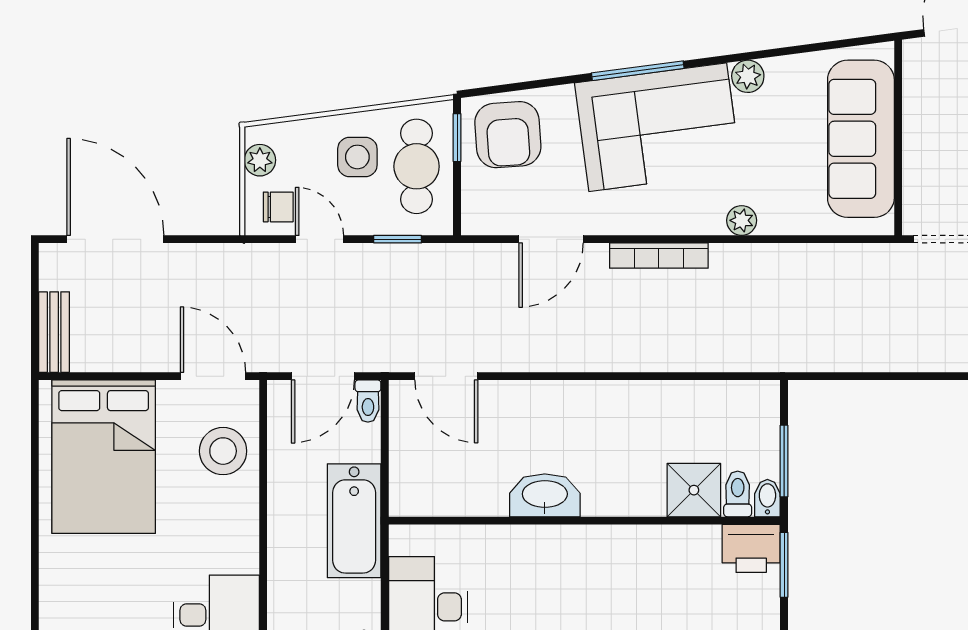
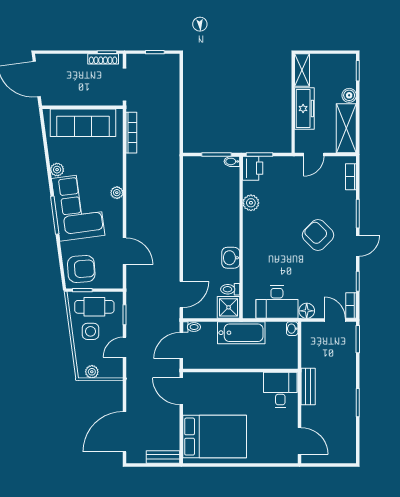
chair: (278, 207) -> (111, 364), removed
plant: (742, 220) -> (117, 193), moved
bookcase: (659, 256) -> (131, 133), moved
door: (213, 376) -> (181, 391), hinge flipped
door: (323, 376) -> (181, 346), swing flipped
stool: (223, 451) -> (212, 387), removed
shower: (694, 490) -> (229, 307), moved
toilet: (738, 494) -> (230, 289), moved
washbasin: (545, 495) -> (231, 258), width x0.72
plant: (668, 544) -> (251, 203), added

